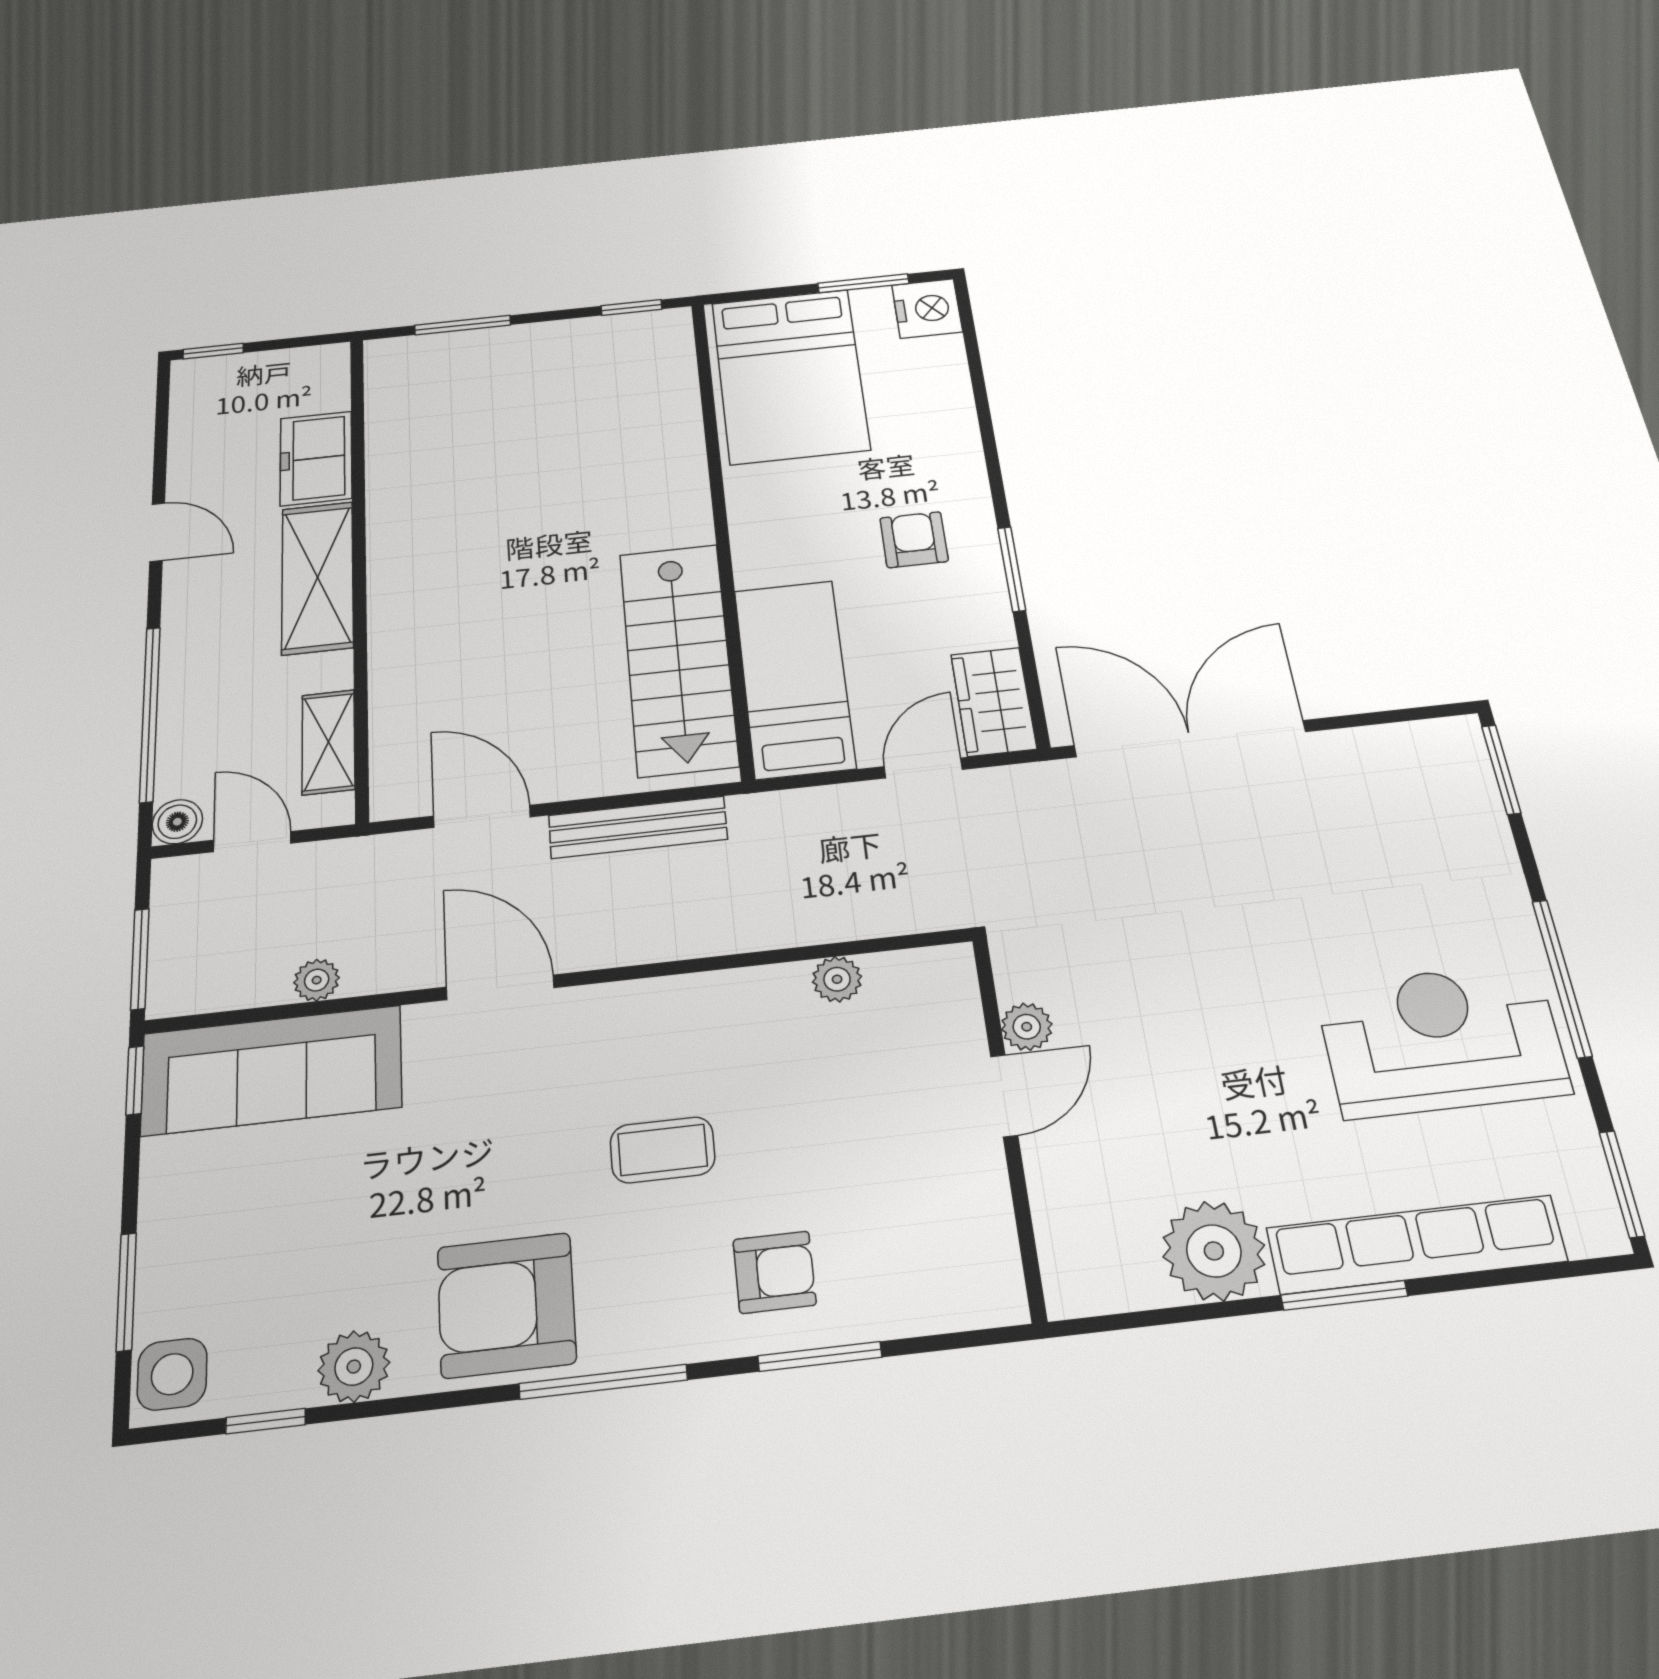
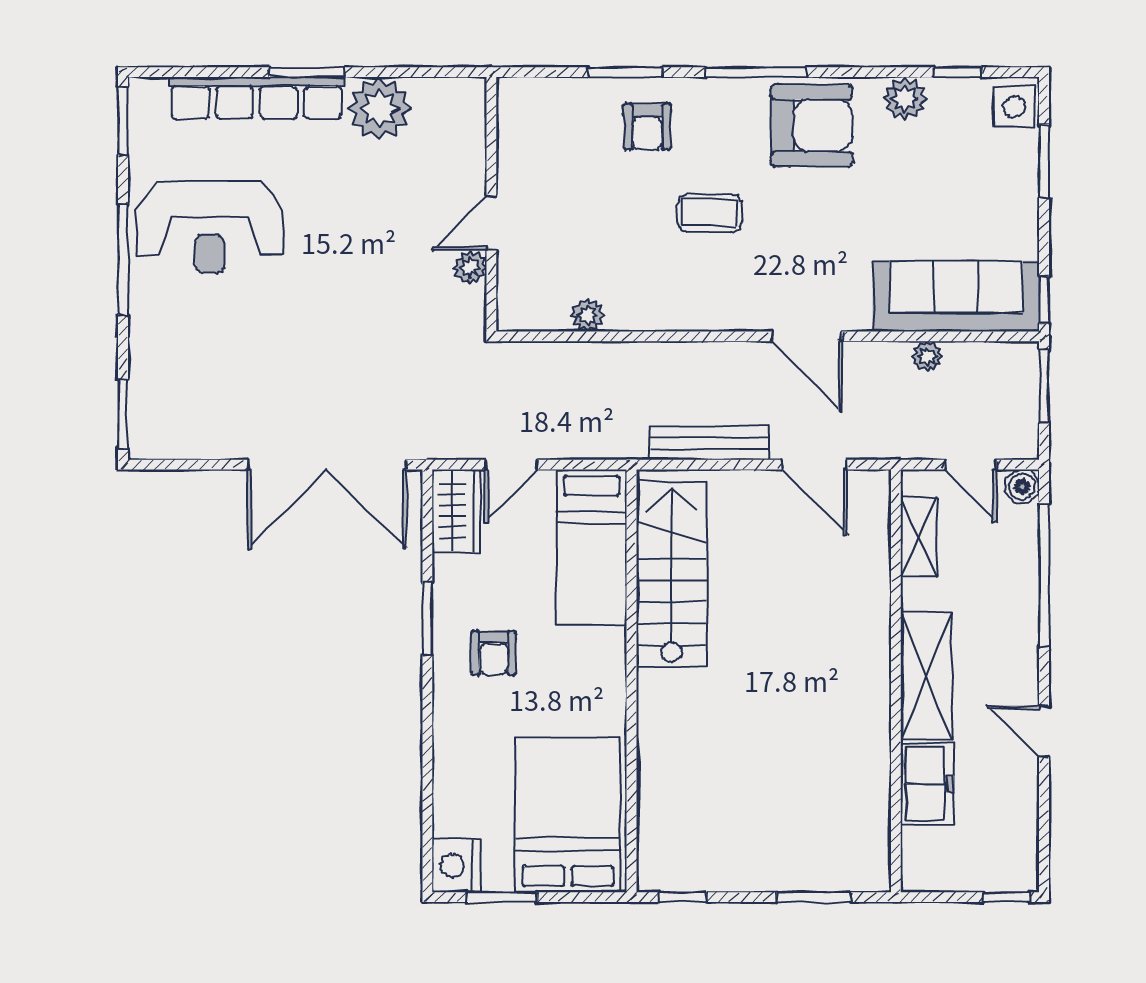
armchair: (774, 1272) -> (647, 127), turned -90

